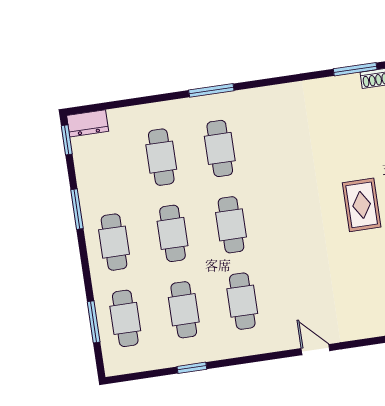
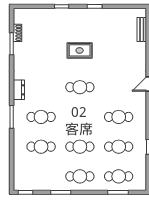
dresser: (88, 123) -> (19, 90), moved
cafe table: (231, 225) -> (80, 87), moved

